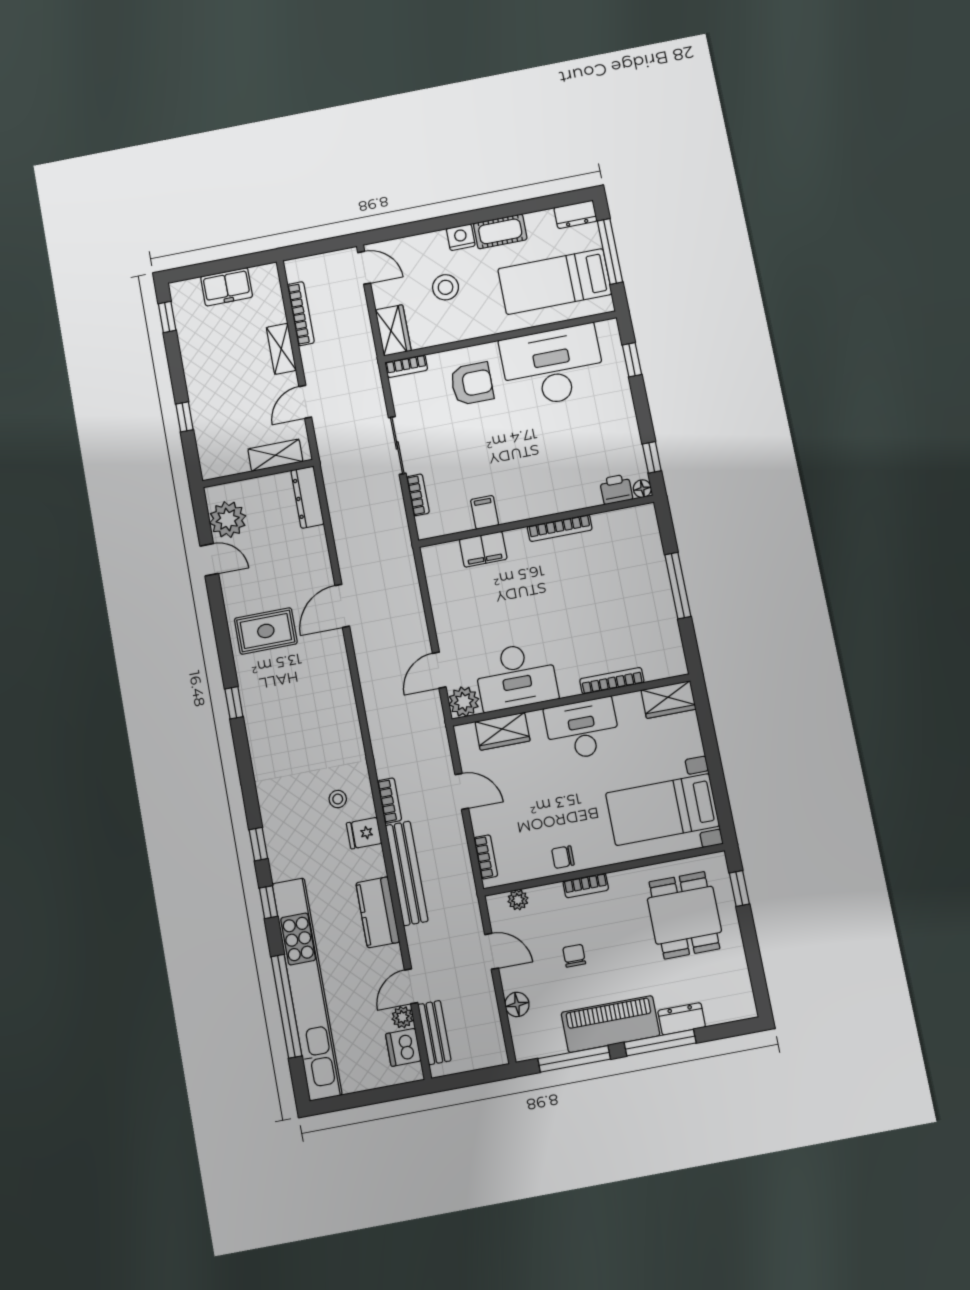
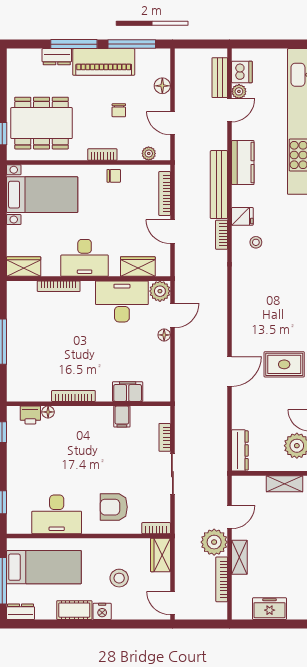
plant: (321, 363) -> (214, 542), added
desk: (553, 366) -> (57, 514), width x0.73, depth x0.77
shelving: (275, 455) -> (285, 484), moved
floor lamp: (642, 489) -> (48, 412), moved
floor lamp: (446, 640) -> (164, 335), added
bookcase: (486, 857) -> (165, 193), width x1.56
dining table: (684, 915) -> (42, 123), width x1.38

